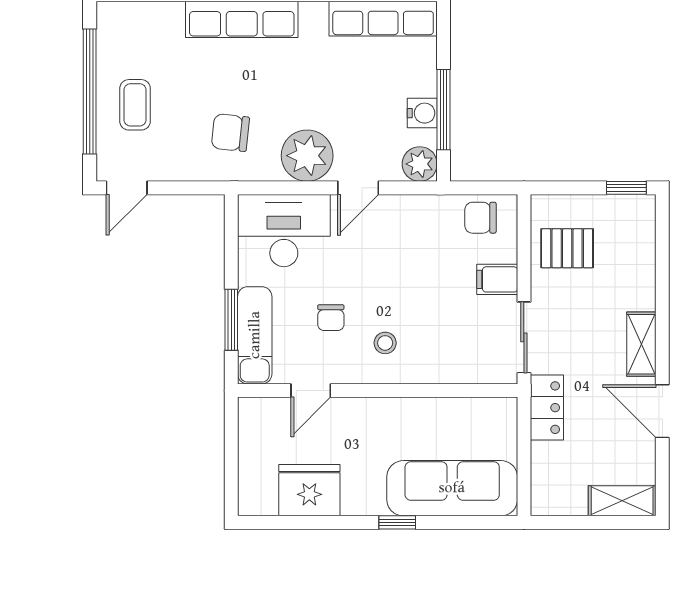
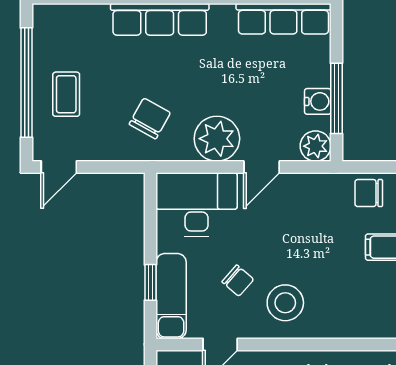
chair: (230, 133) -> (150, 119), turned 113
chair: (331, 318) -> (238, 281), turned -49
window: (231, 320) -> (150, 282), width x0.67
stool: (385, 343) -> (285, 303), width x1.89, depth x1.89

